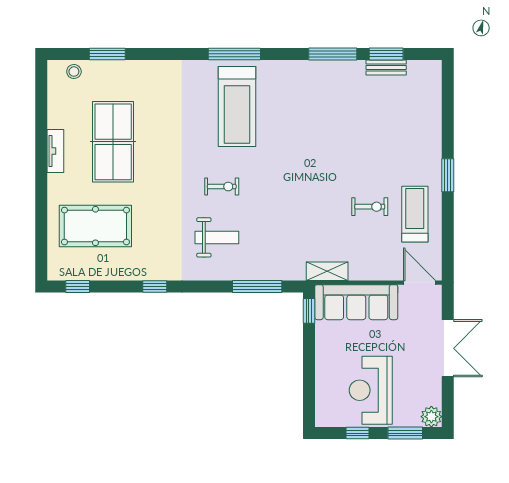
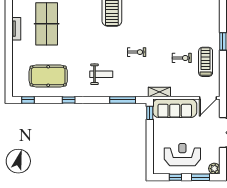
exercise bike: (222, 187) -> (137, 52), moved
pool table: (95, 226) -> (48, 76), moved
door: (419, 283) -> (208, 98), swing flipped
reception desk: (371, 390) -> (182, 155), turned 90

